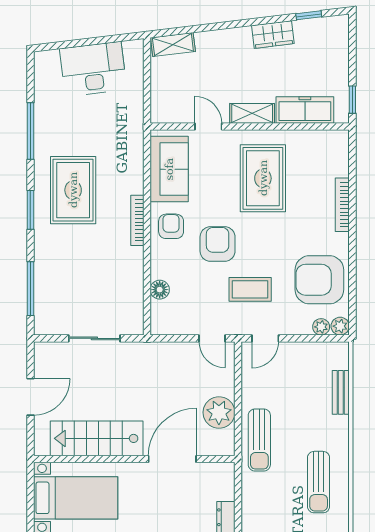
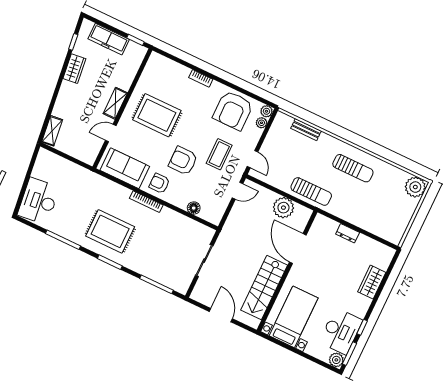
desk: (93, 69) -> (39, 201), moved
freezer: (305, 110) -> (109, 39), moved, turned -90
bookcase: (342, 205) -> (201, 78), width x0.64

